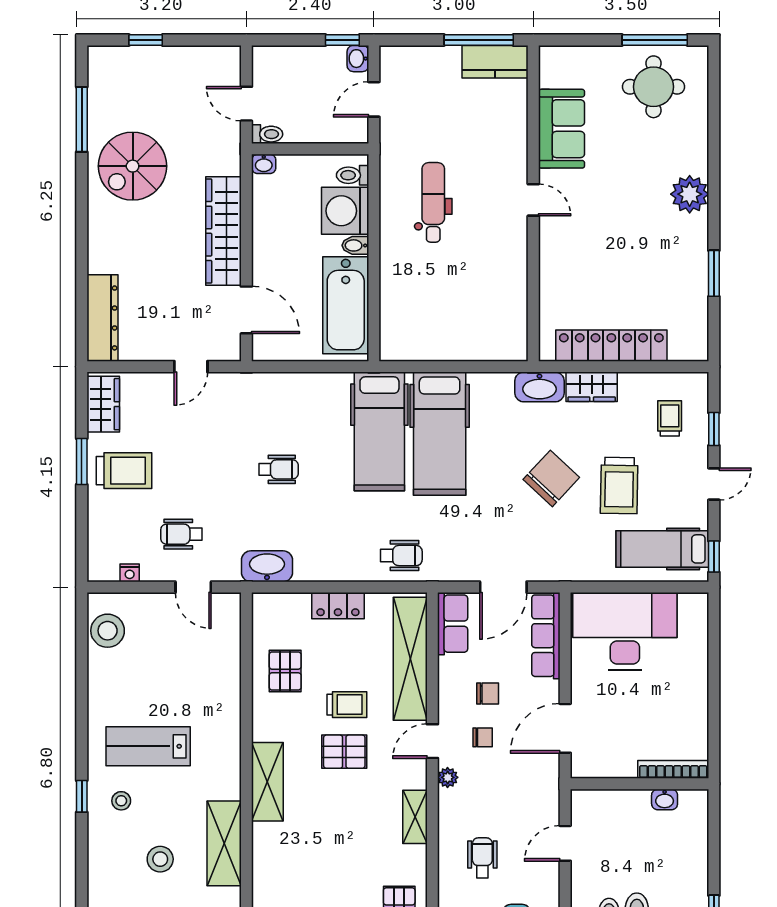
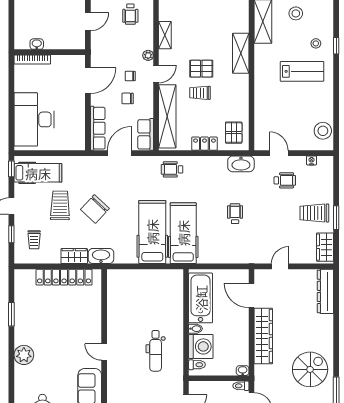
wheelchair: (279, 469) -> (235, 214), turned 90
desk: (625, 631) -> (34, 119), moved, turned 90
pallet: (285, 671) -> (234, 133), moved

